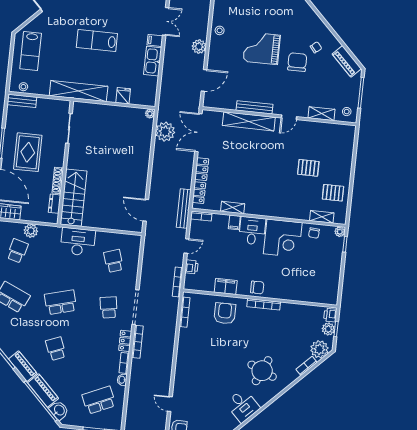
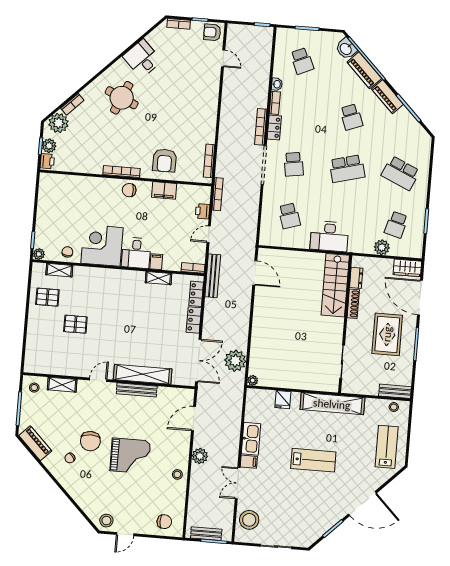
school desk: (99, 400) -> (302, 61), width x0.54

